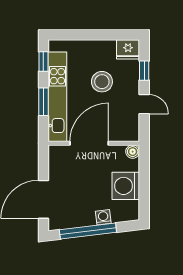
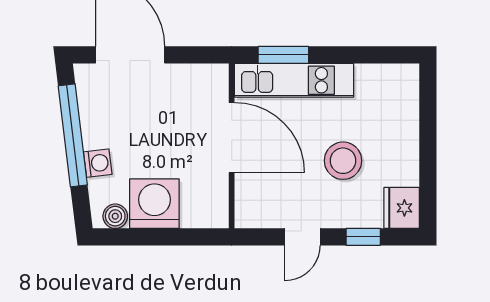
window: (43, 62) -> (379, 55), removed
kitchen unit: (57, 97) -> (294, 80), width x0.73
window: (43, 102) -> (283, 55), moved
boiler: (133, 152) -> (115, 216), moved

